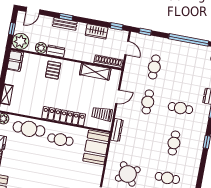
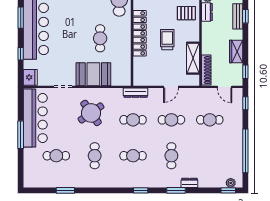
door: (127, 48) -> (224, 87), hinge flipped
door: (118, 97) -> (171, 87), hinge flipped
trolley: (102, 114) -> (167, 40), moved
cafe table: (141, 137) -> (133, 120), added
cafe table: (60, 140) -> (100, 38), moved
booth: (96, 147) -> (93, 74), moved

